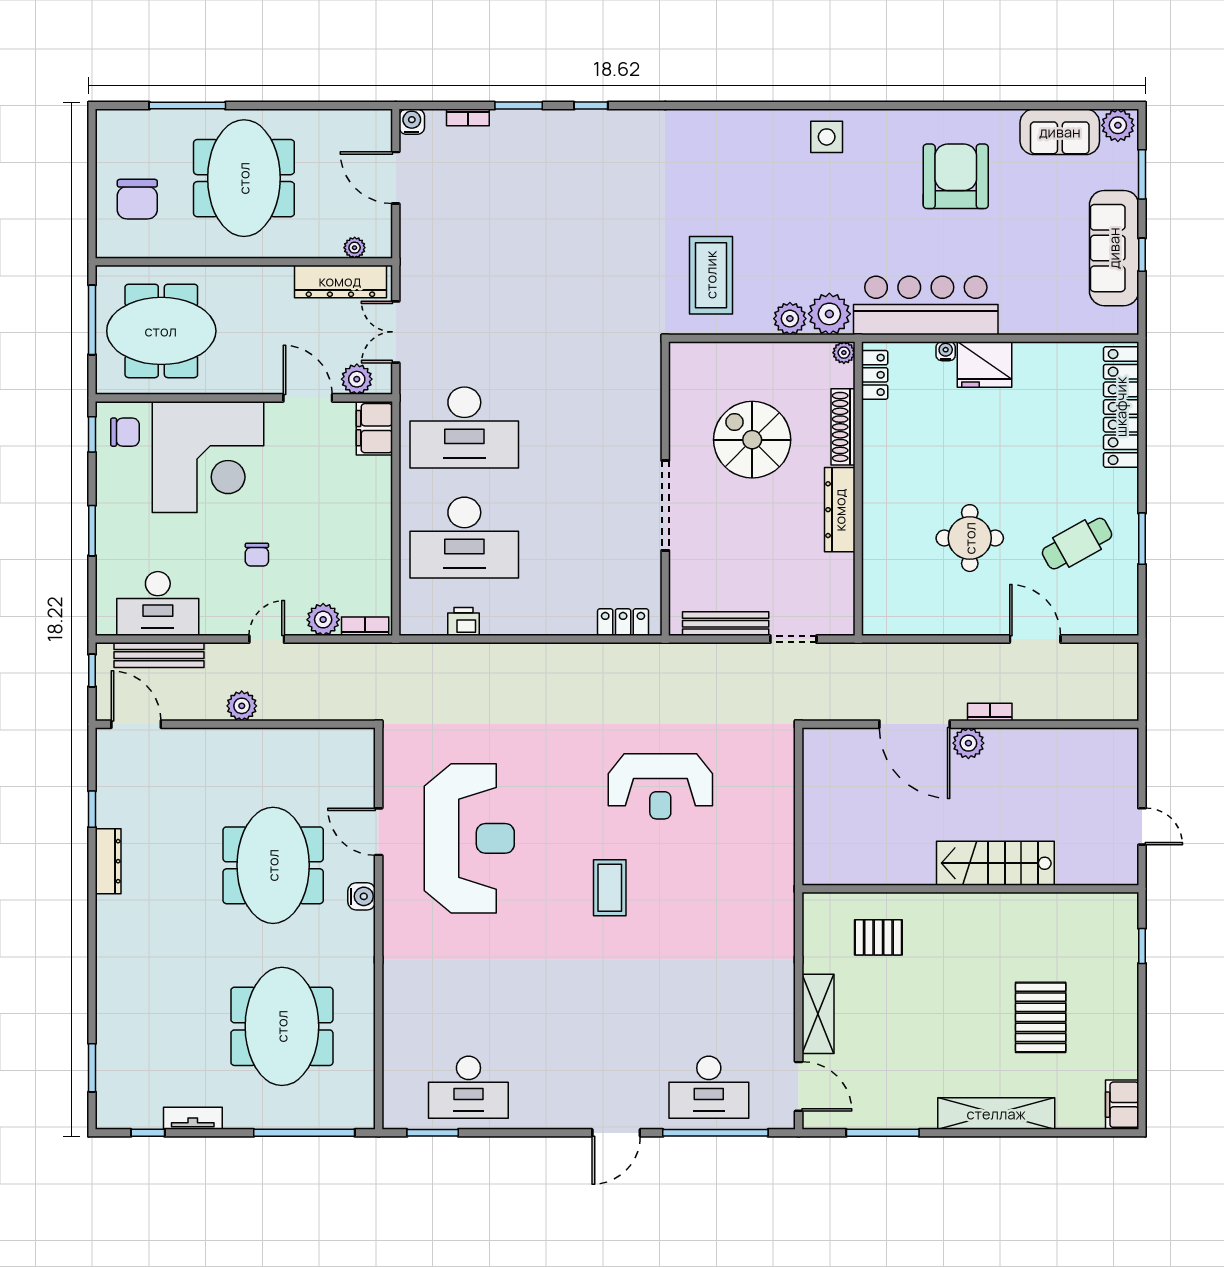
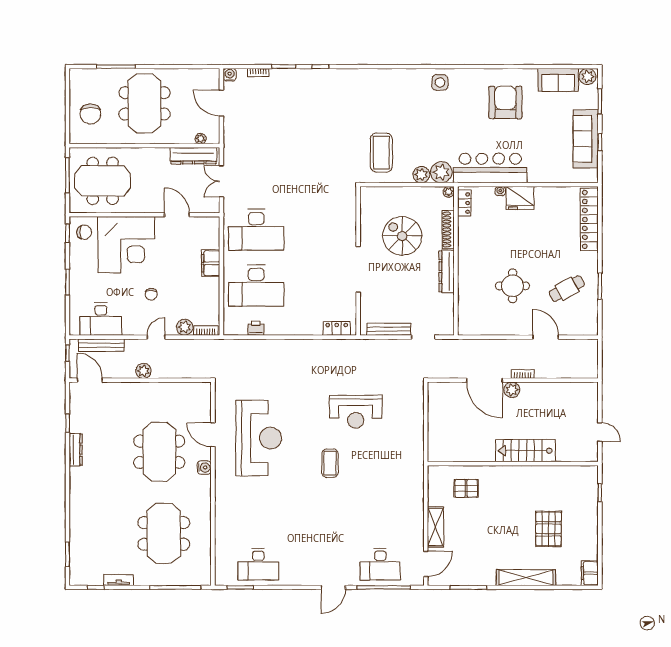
plant: (357, 379) -> (202, 205), removed
filing cabinet: (374, 428) -> (211, 263), moved
door: (799, 1086) -> (426, 564), hinge flipped

